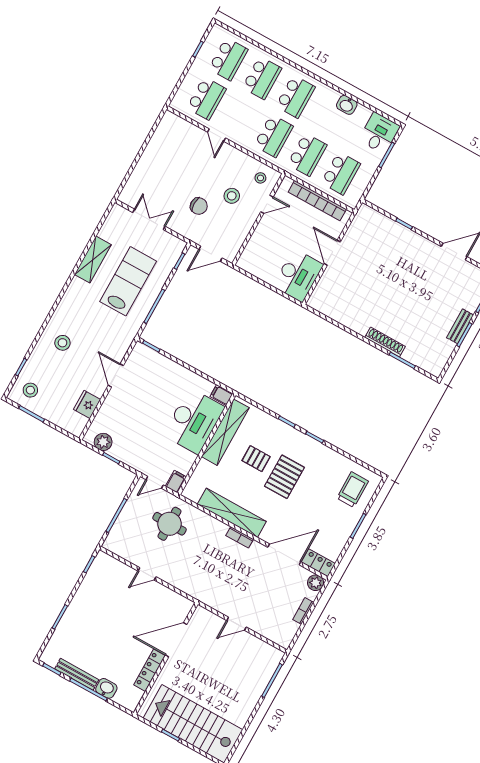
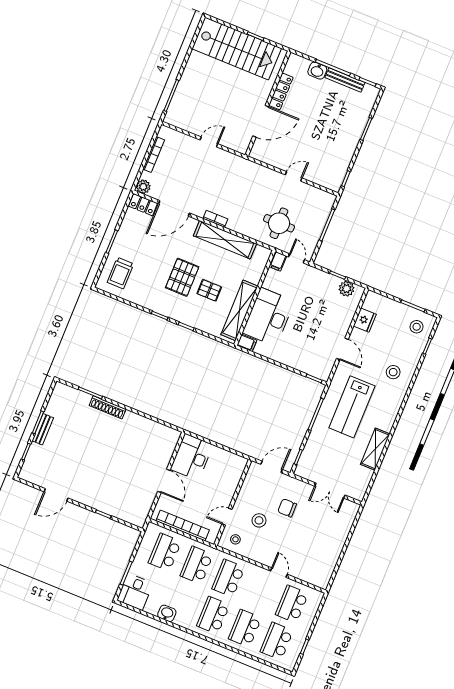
lab bench: (128, 281) -> (352, 407), moved
door: (155, 482) -> (297, 258), hinge flipped
bookcase: (303, 611) -> (154, 154), width x1.56

